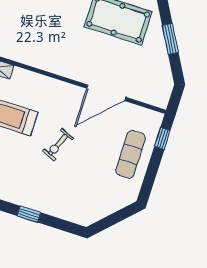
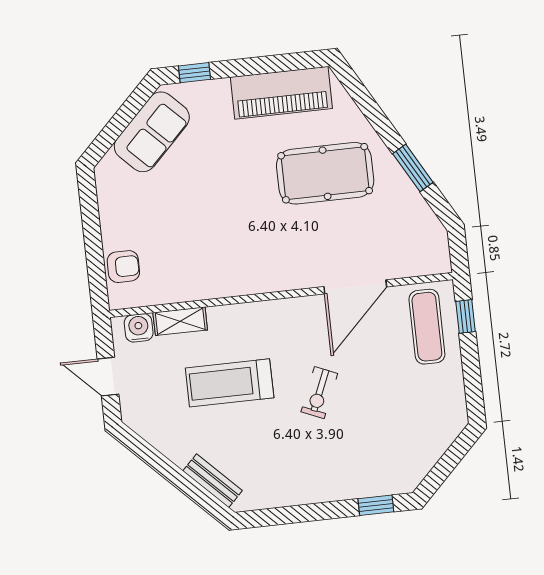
exercise mat: (131, 154) -> (427, 327), moved
window: (29, 214) -> (376, 505), moved

